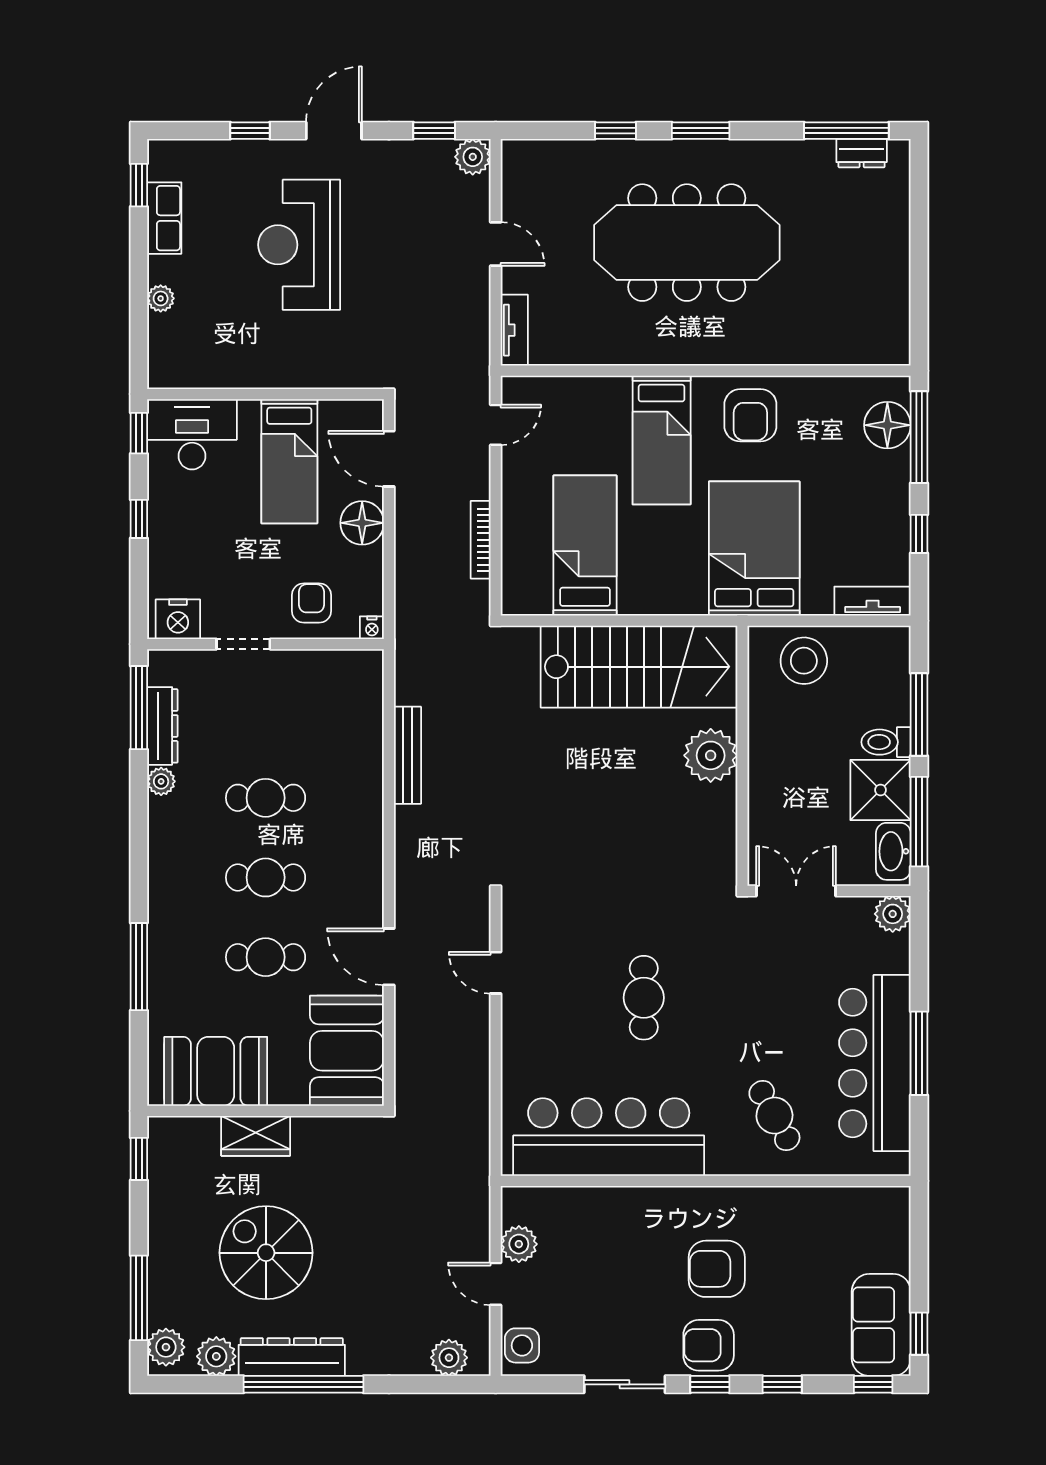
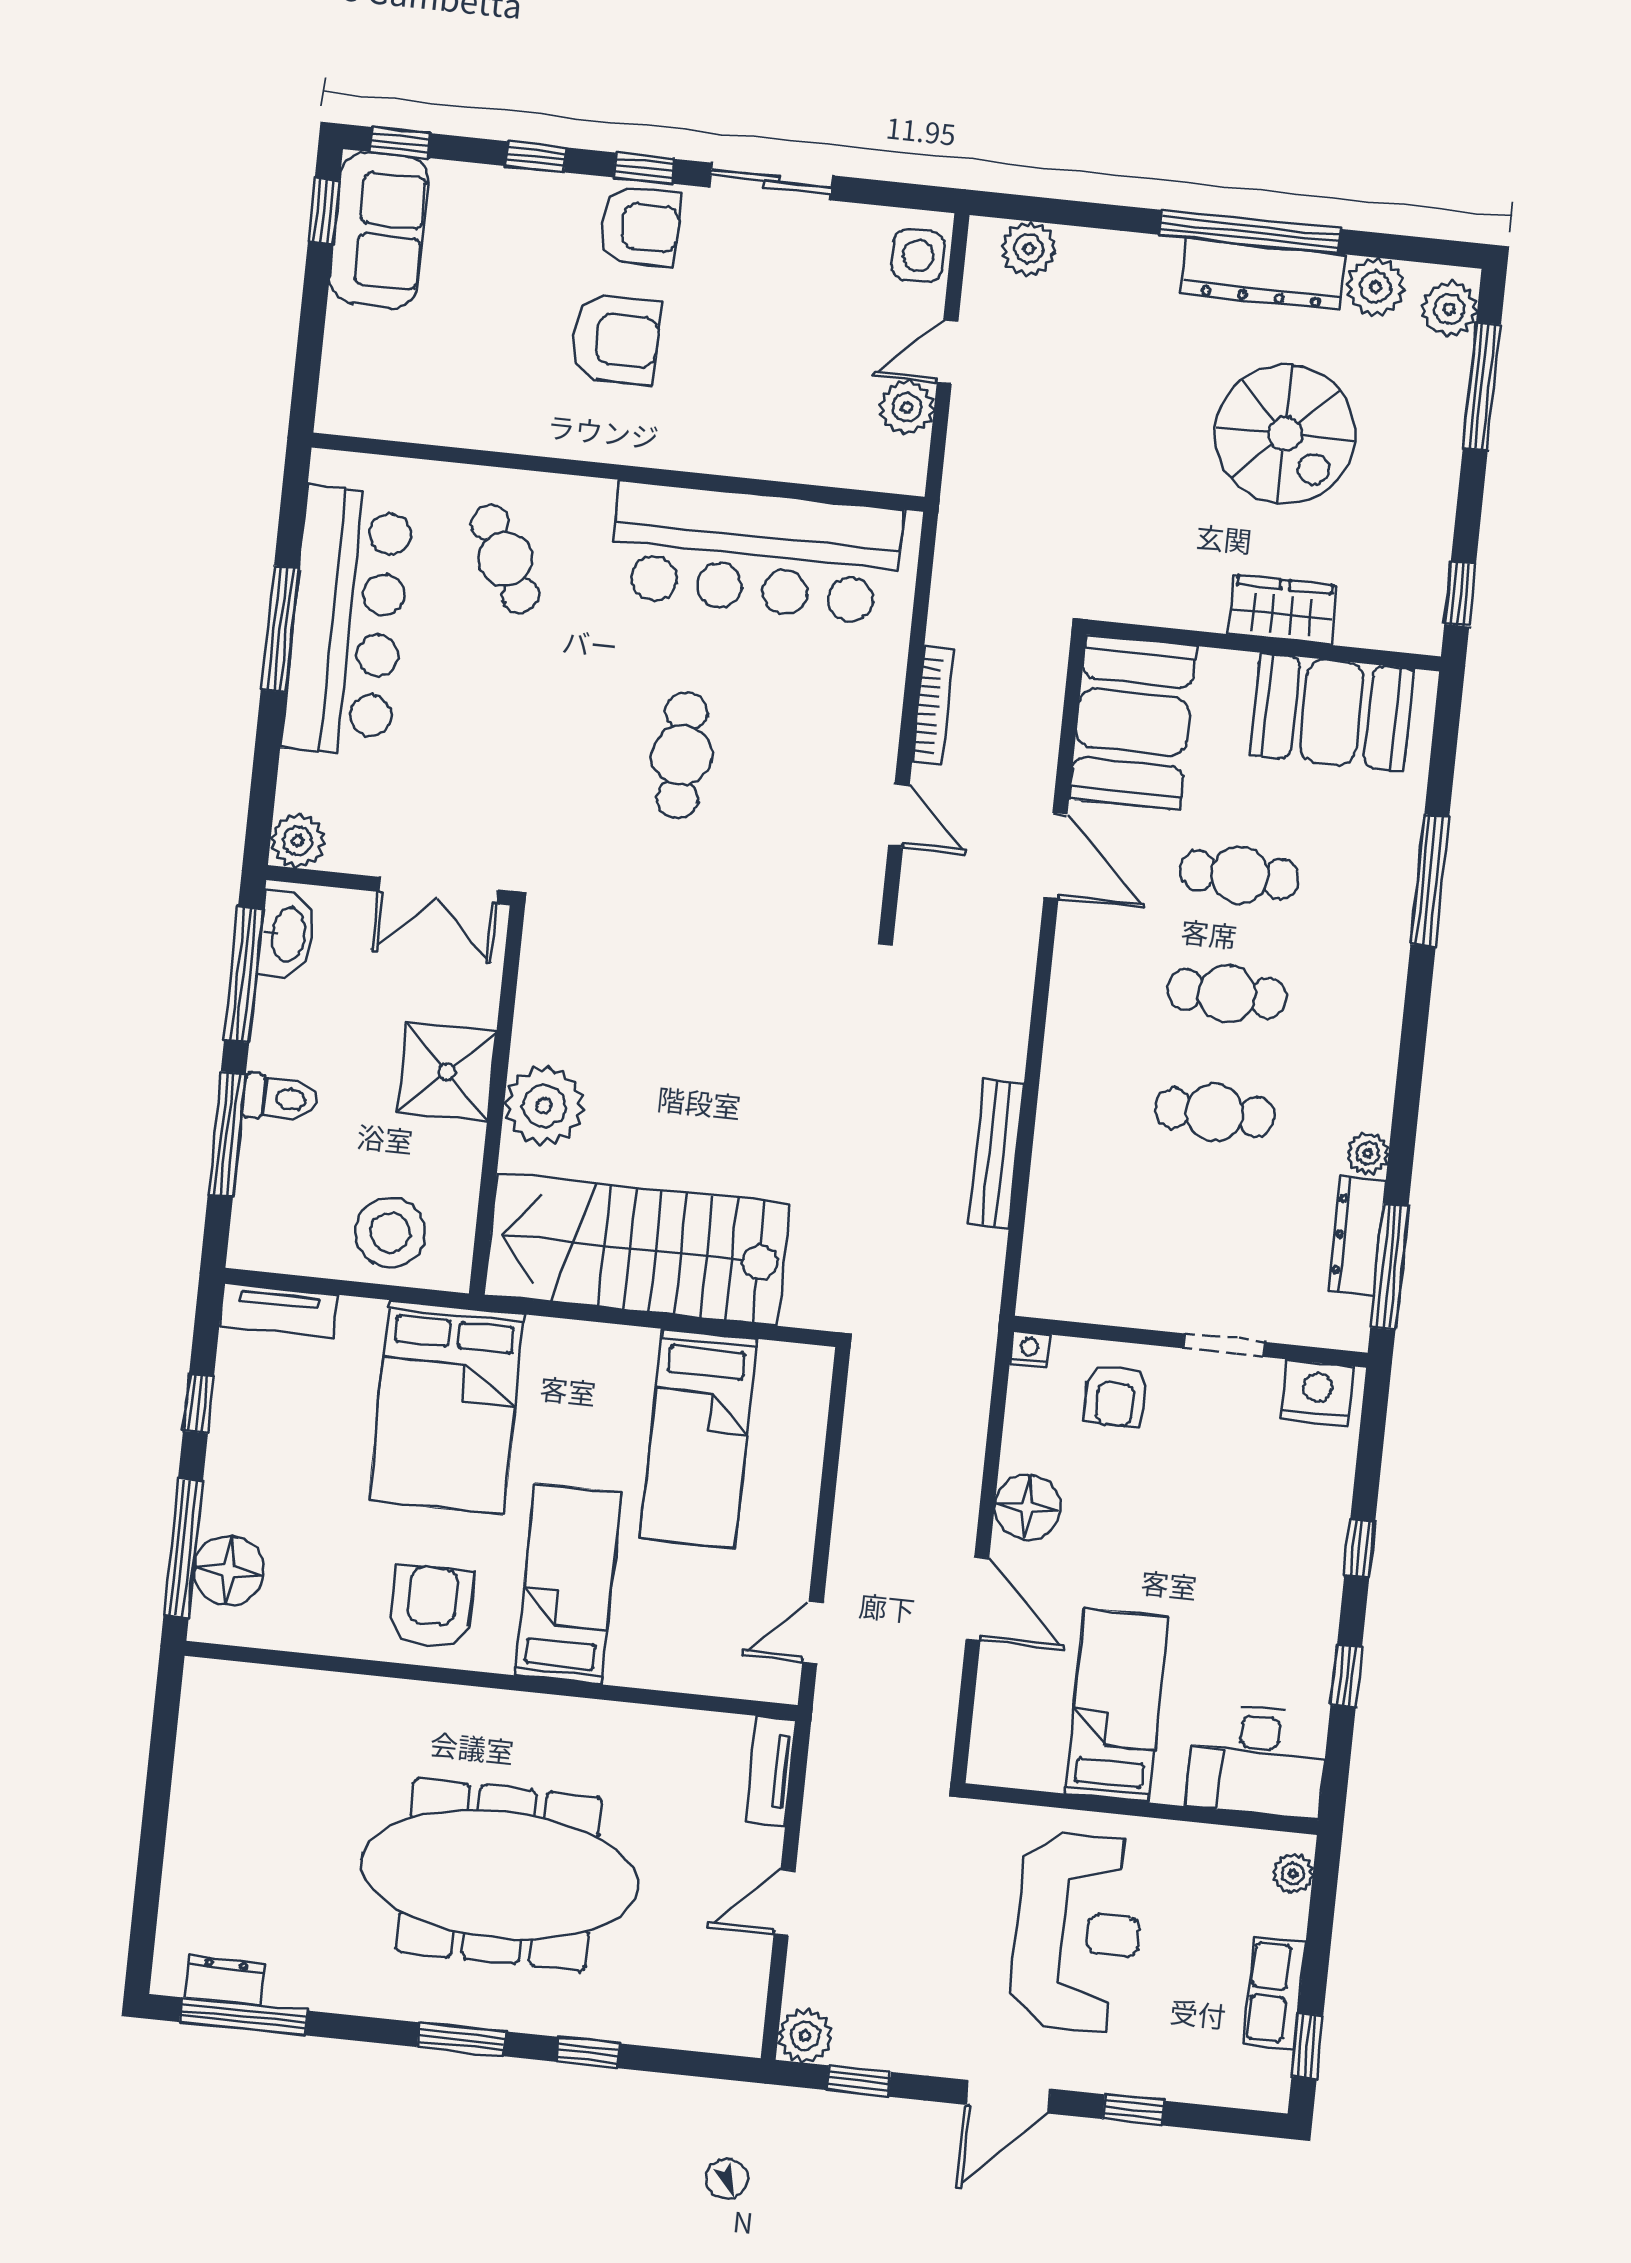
door: (496, 244) -> (785, 1902), hinge flipped
wall: (266, 394) -> (1141, 1809), moved
desk: (192, 434) -> (1257, 1761), moved
bed: (289, 461) -> (1116, 1705), moved
bookcase: (481, 540) -> (933, 706), moved
shower: (881, 790) -> (447, 1072), moved
door: (496, 1284) -> (948, 352), swing flipped

